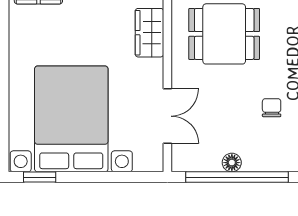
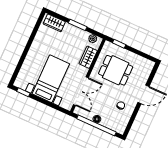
double door: (167, 116) -> (81, 91), width x1.37
bed with nightstands: (71, 119) -> (51, 79), width x0.73

